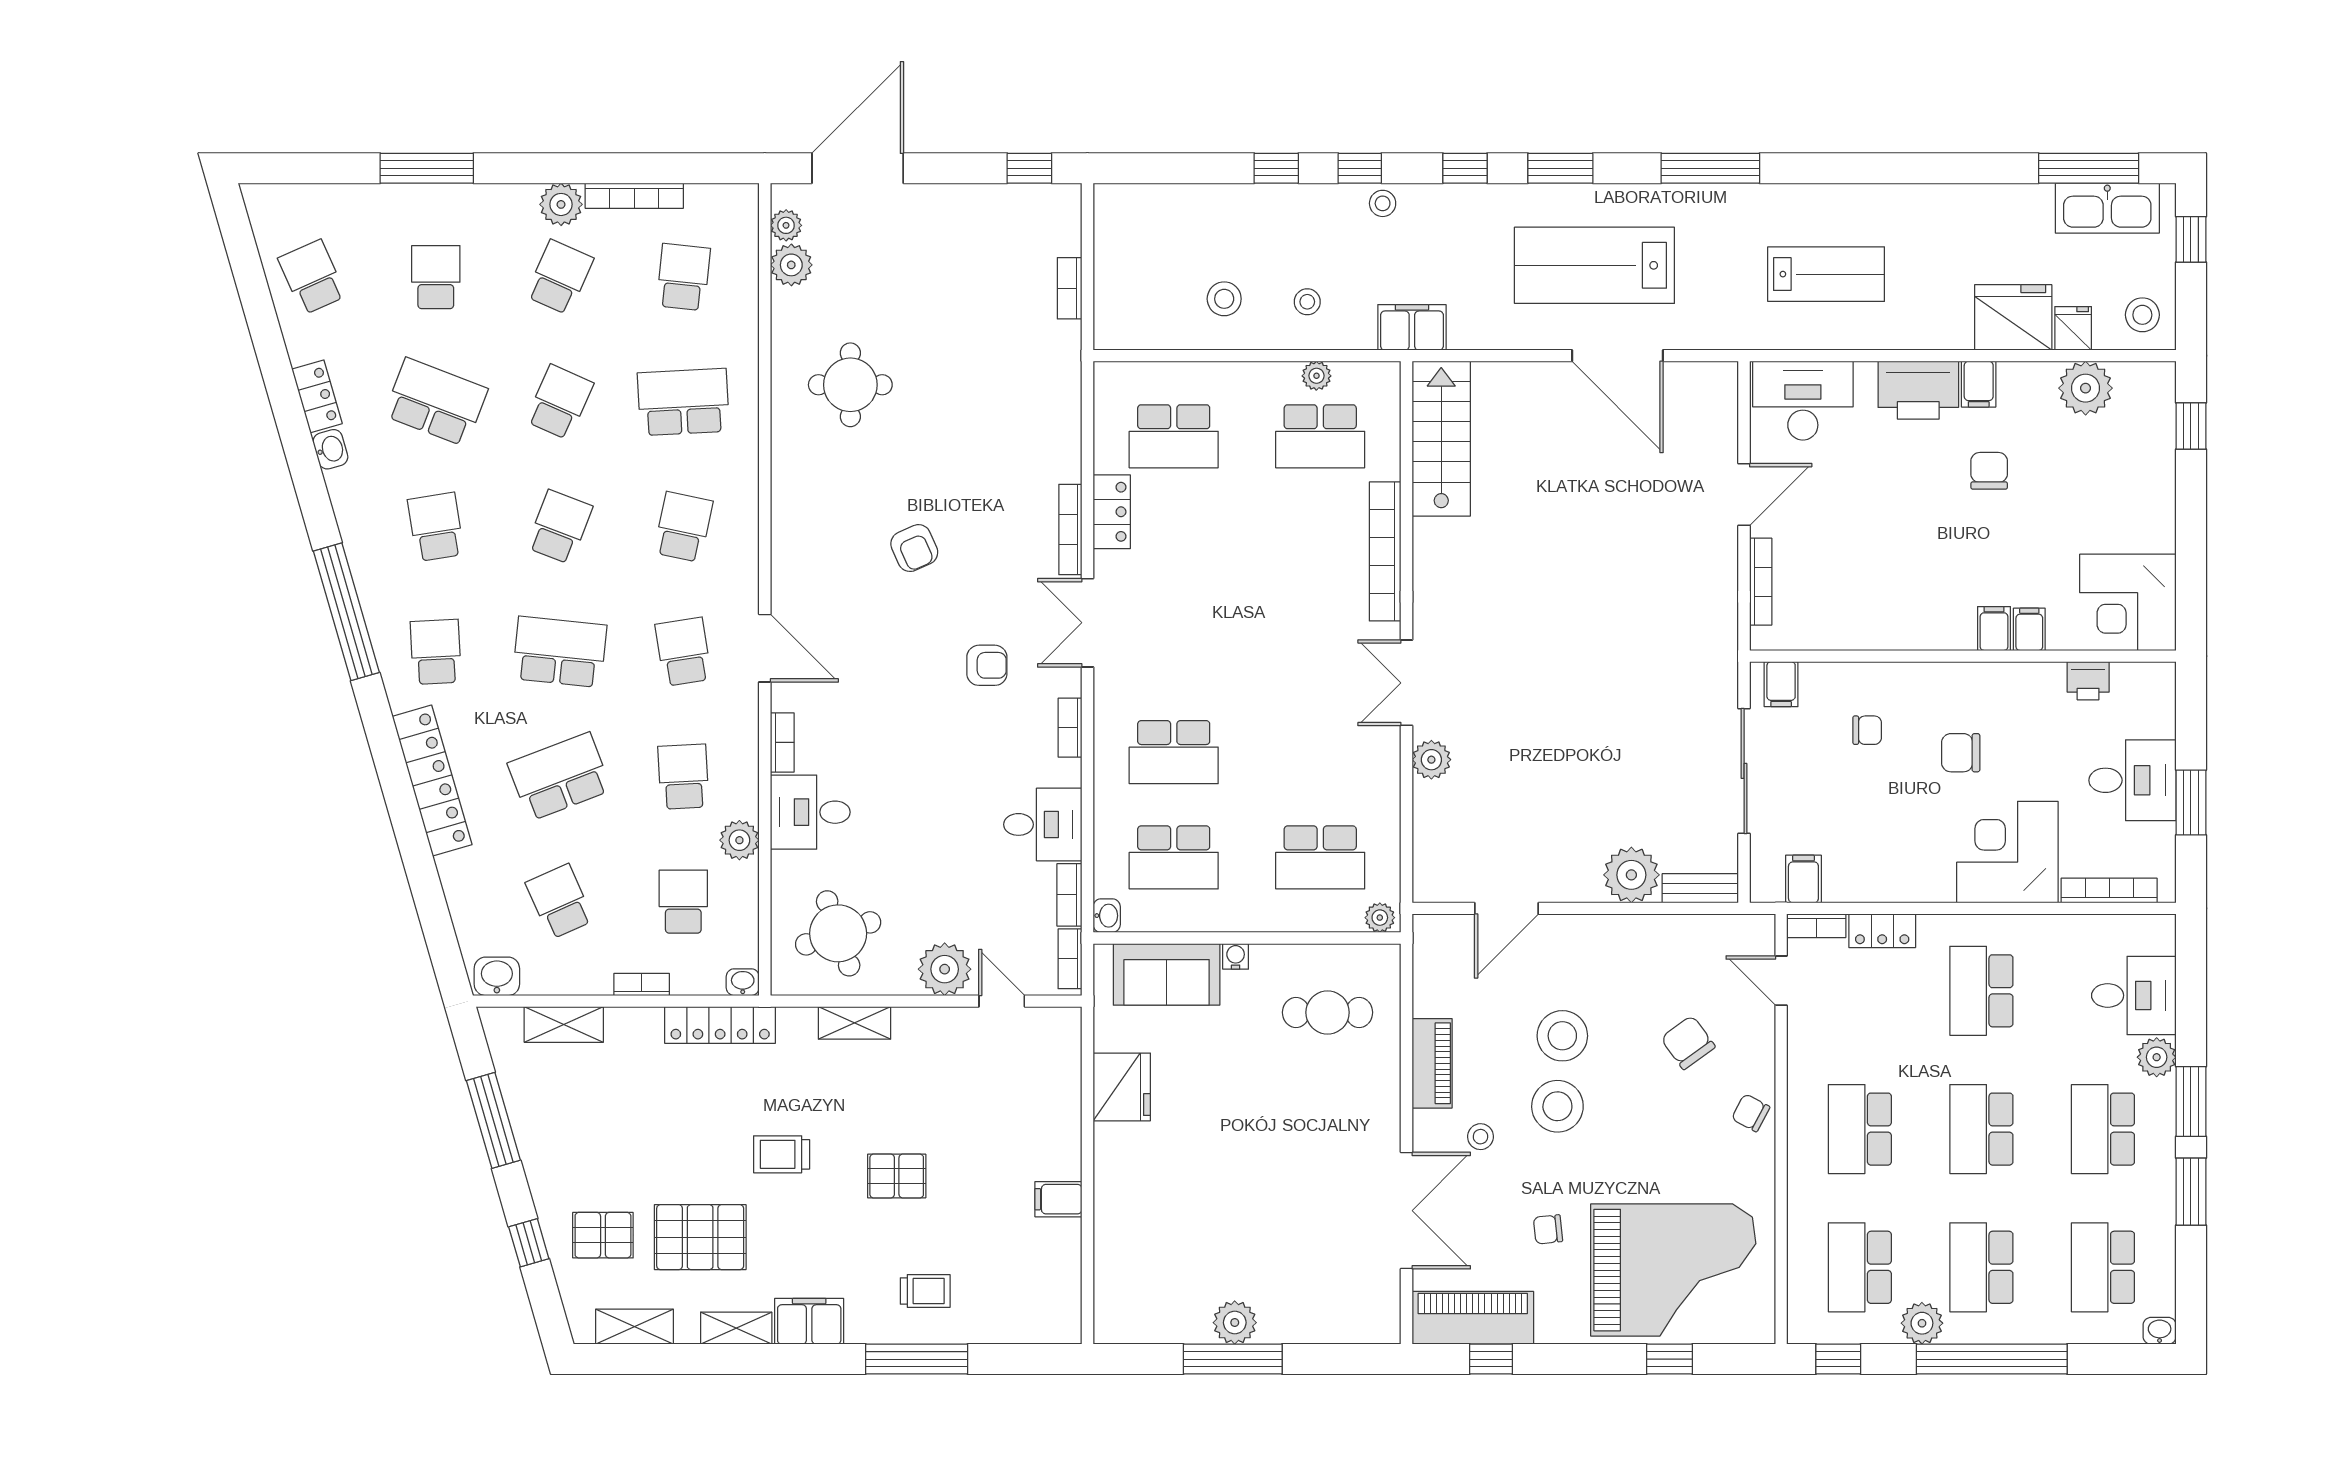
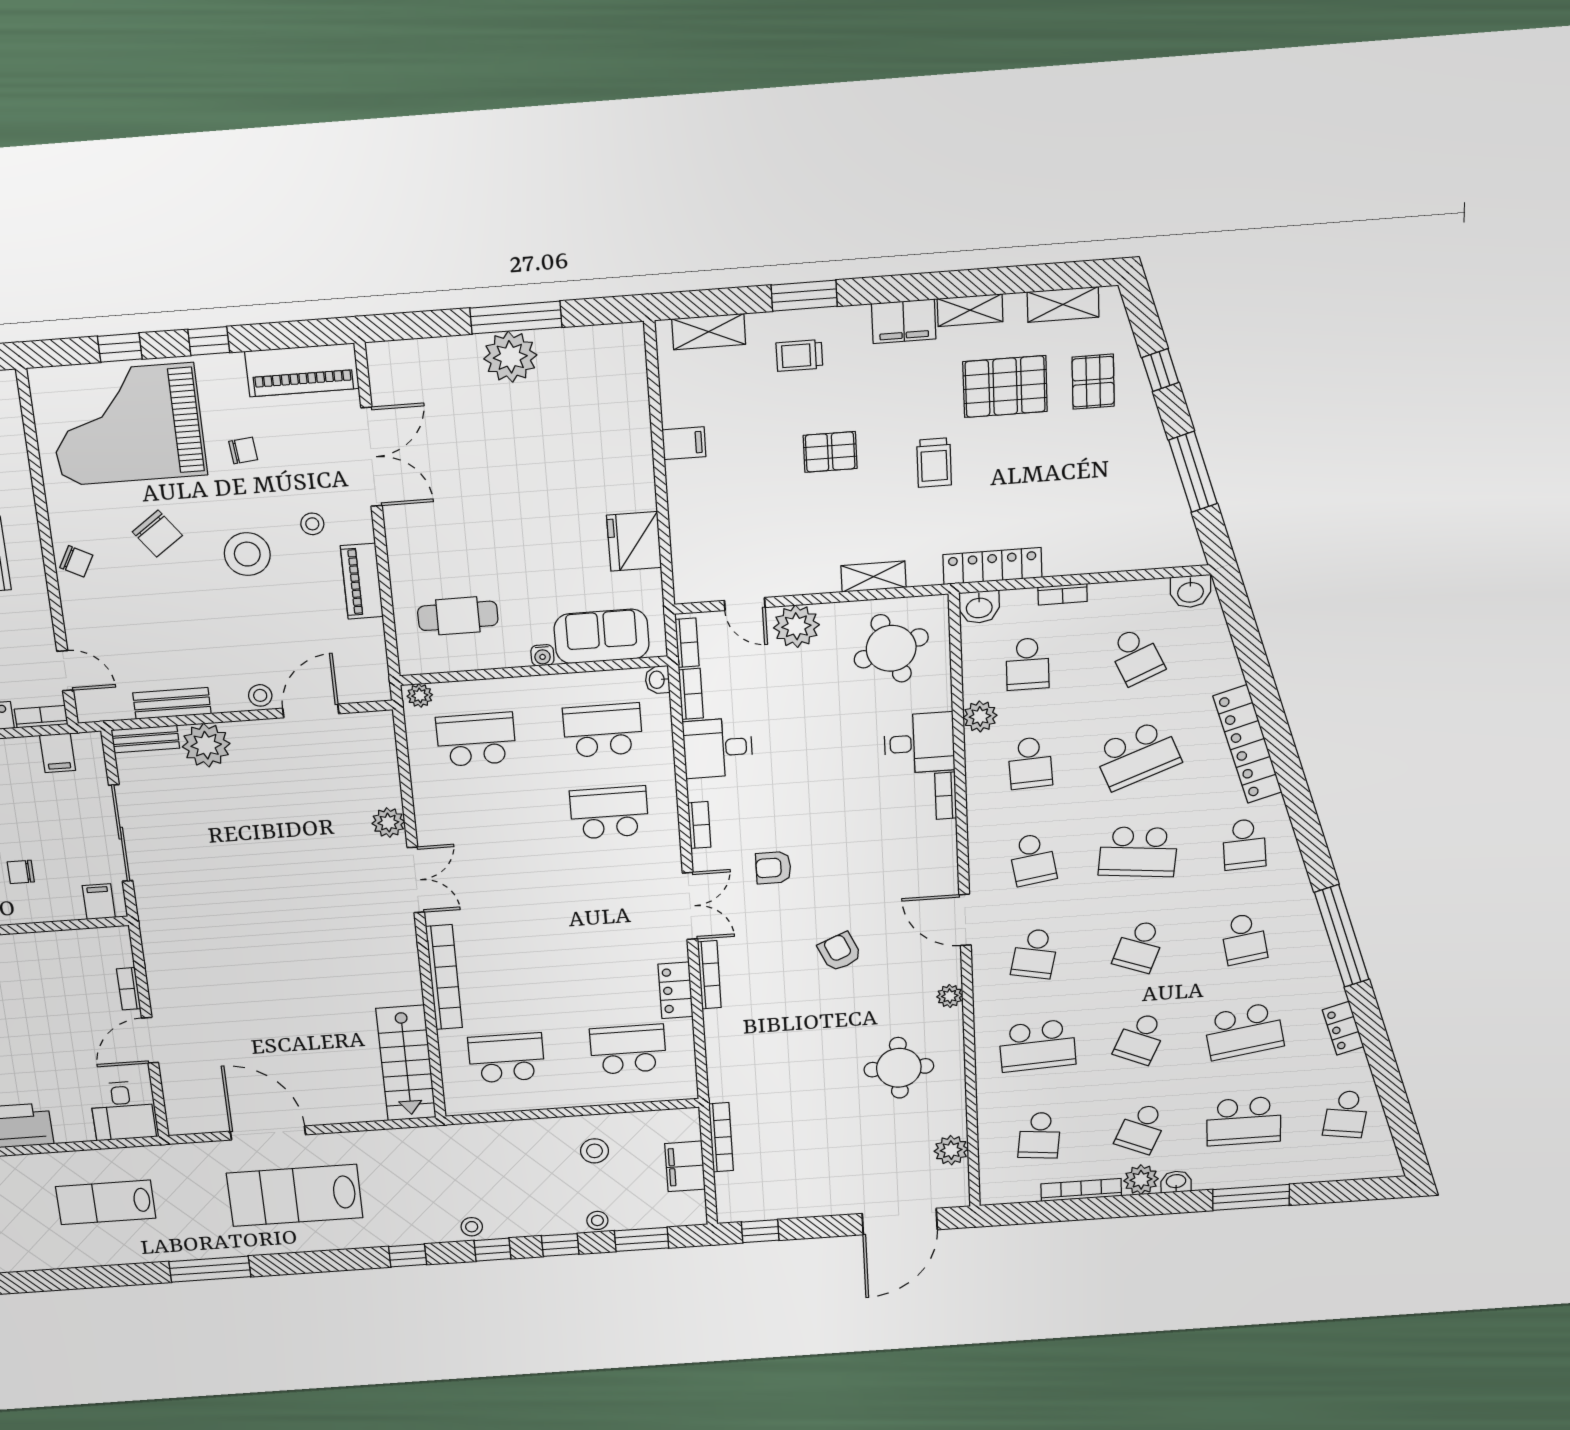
window: (1560, 168) -> (641, 1239), moved
plant: (786, 225) -> (950, 996), moved
lab bench: (1594, 265) -> (295, 1195), turned 180
school desk: (312, 277) -> (1346, 1114), turned 33
school desk: (436, 277) -> (1244, 1121), width x1.85
bookcase: (1070, 288) -> (721, 1137), width x1.56
stool: (1307, 302) -> (597, 1220), moved
filing cabinet: (1412, 327) -> (685, 1166), moved, turned 90
plant: (1316, 376) -> (514, 1101), removed
desk: (1803, 401) -> (123, 1111), width x0.73
school desk: (436, 402) -> (1244, 1031), turned -30
washbasin: (330, 449) -> (1176, 1182), moved, turned 106
bookcase: (1761, 582) -> (129, 989), width x0.64
window: (346, 612) -> (1342, 936), moved
door: (765, 648) -> (965, 920), moved
bench: (1664, 930) -> (172, 703), added
washbasin: (743, 982) -> (979, 607), width x1.38, depth x1.45
shelving: (564, 1024) -> (709, 332), moved
stool: (1562, 1036) -> (260, 695), moved, width x0.53, depth x0.53
chair: (1688, 1042) -> (157, 534), moved
trolley: (782, 1154) -> (934, 463), turned 90
double door: (1406, 1211) -> (371, 457), swing flipped
pallet: (603, 1235) -> (1093, 382), turned 90
plant: (1235, 1323) -> (510, 357), width x1.36, depth x1.36
window: (917, 1359) -> (804, 296), width x0.69
window: (1491, 1359) -> (209, 341), moved

